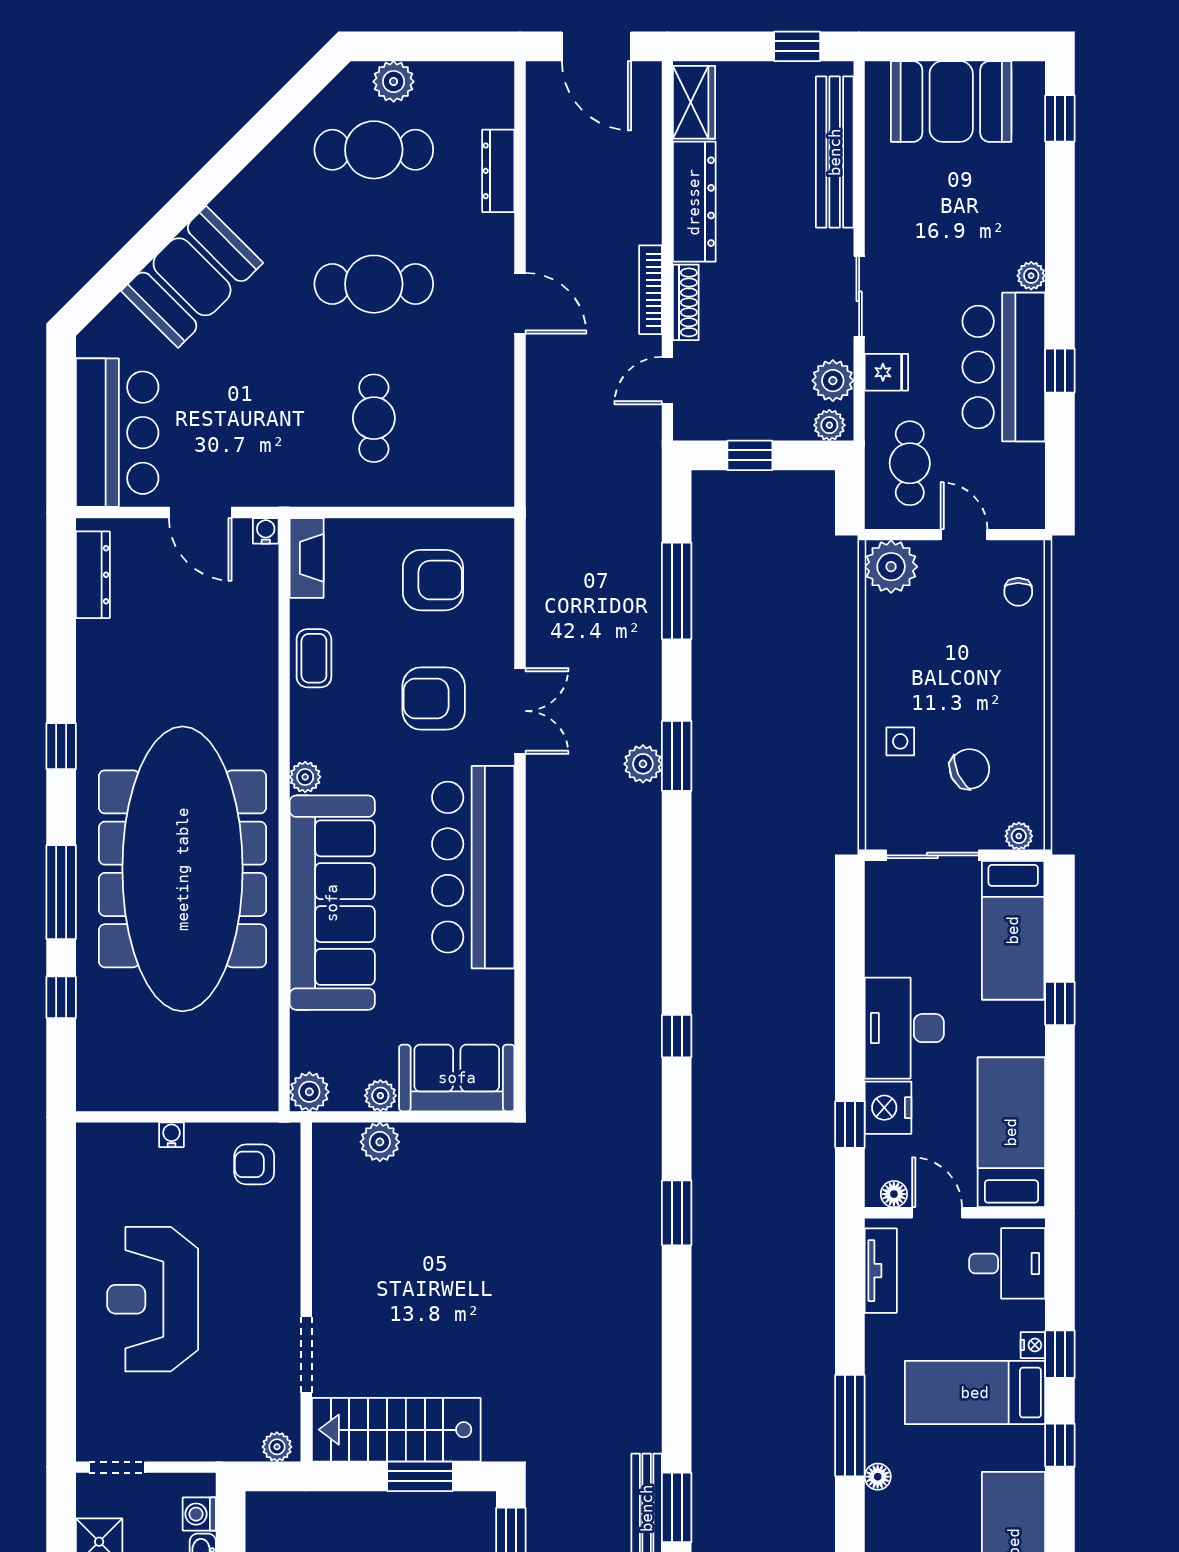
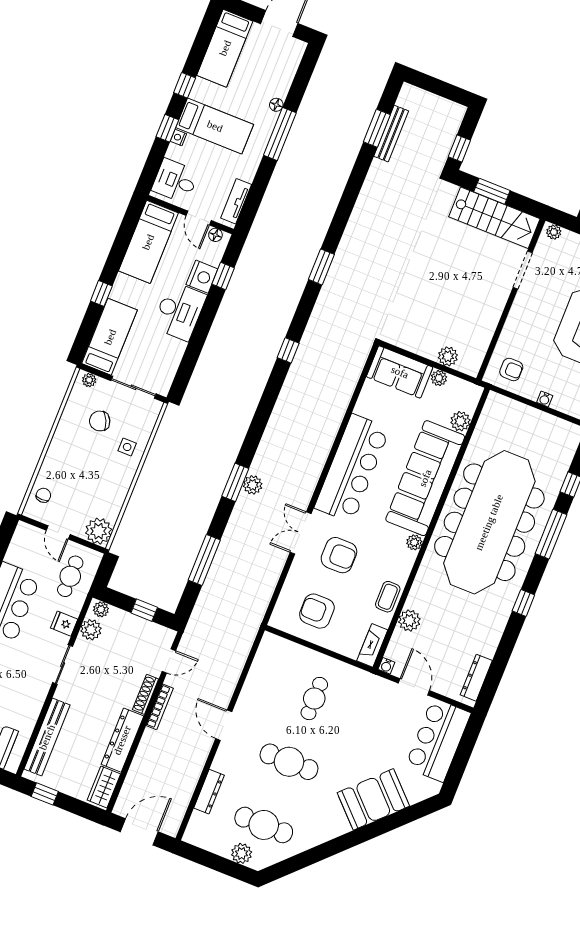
door: (596, 46) -> (139, 832), hinge flipped
plant: (257, 630) -> (409, 621), added
plant: (309, 1092) -> (460, 421), moved

